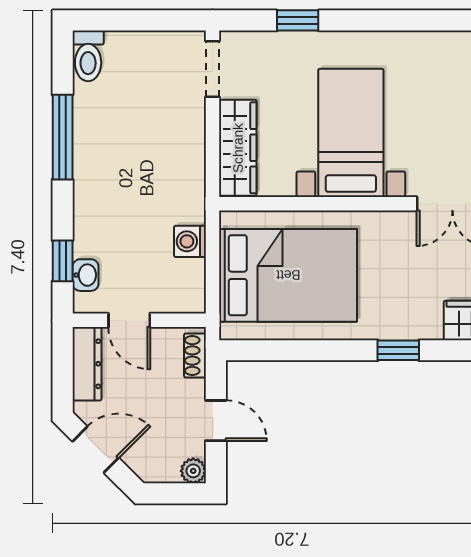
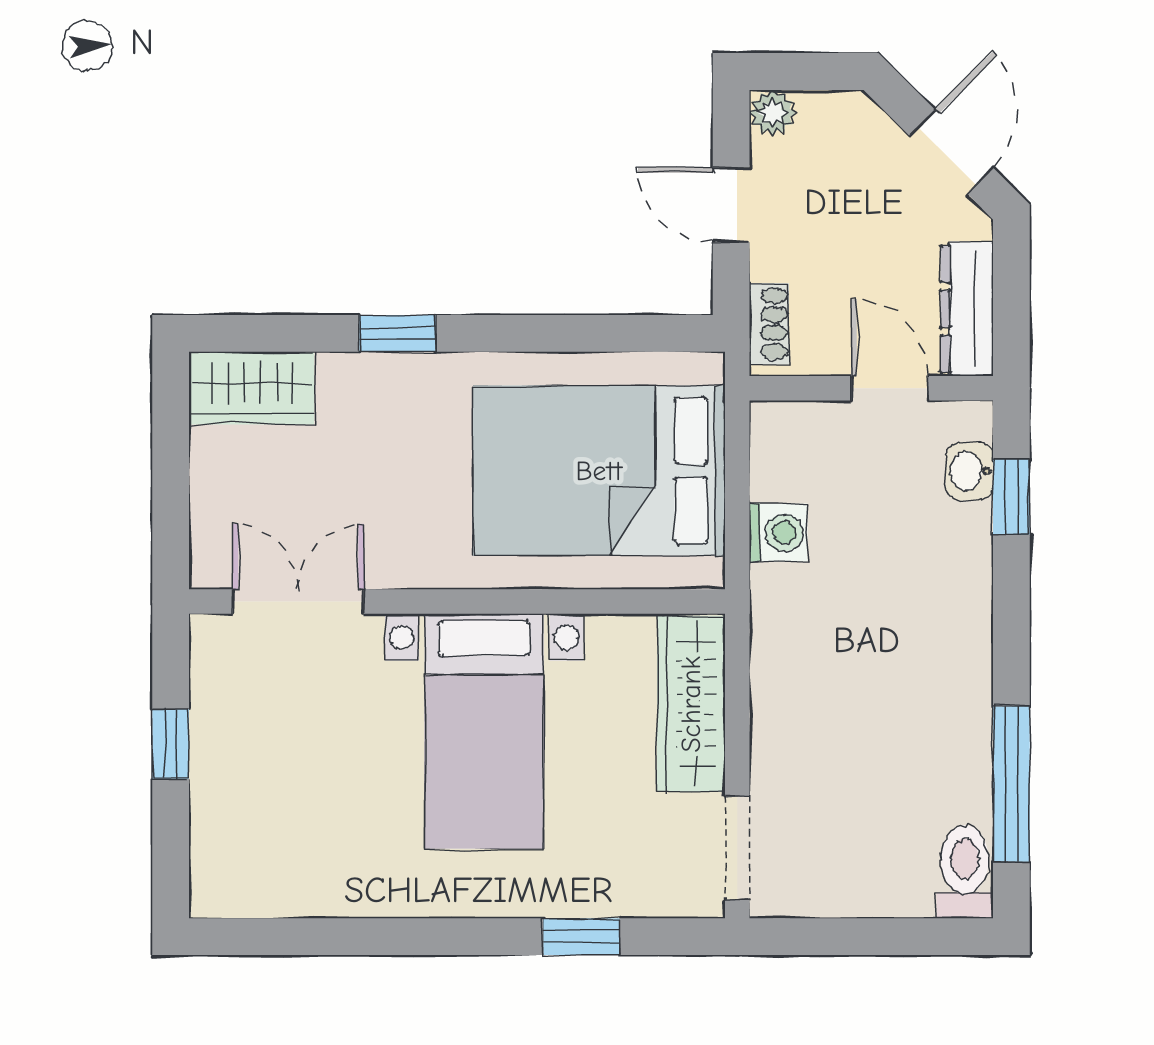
window: (63, 137) -> (1011, 784), moved
door: (96, 450) -> (951, 152), swing flipped

